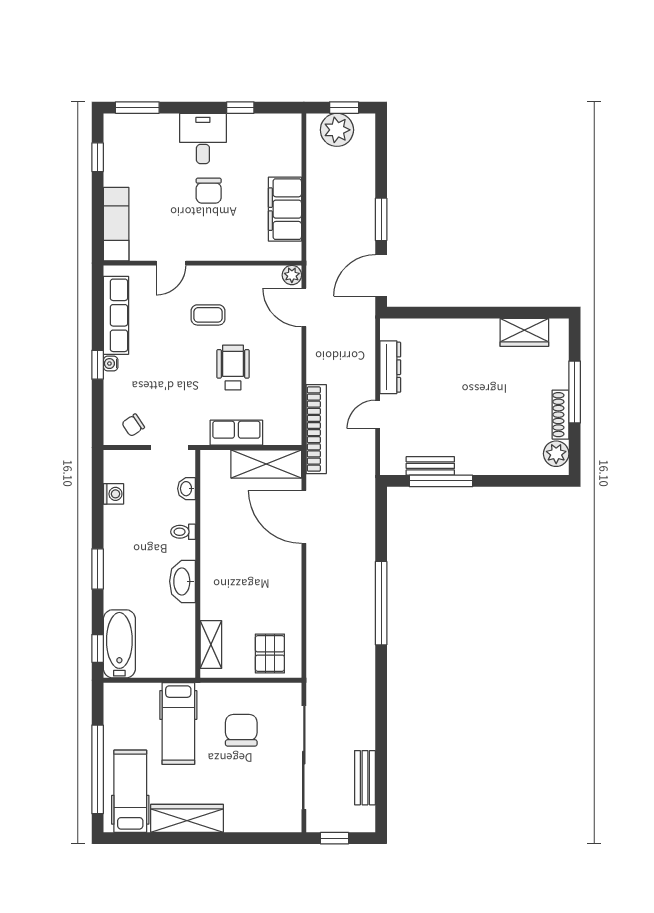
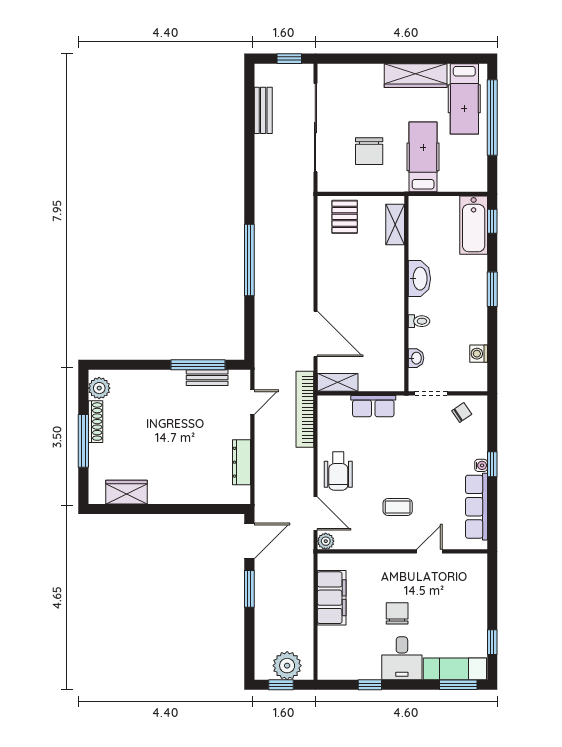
exam couch: (116, 224) -> (455, 669), moved, turned 90
wheelchair: (233, 367) -> (338, 471), moved
door: (378, 414) -> (252, 402), moved
shelving: (266, 464) -> (338, 382), width x0.67, depth x0.75

